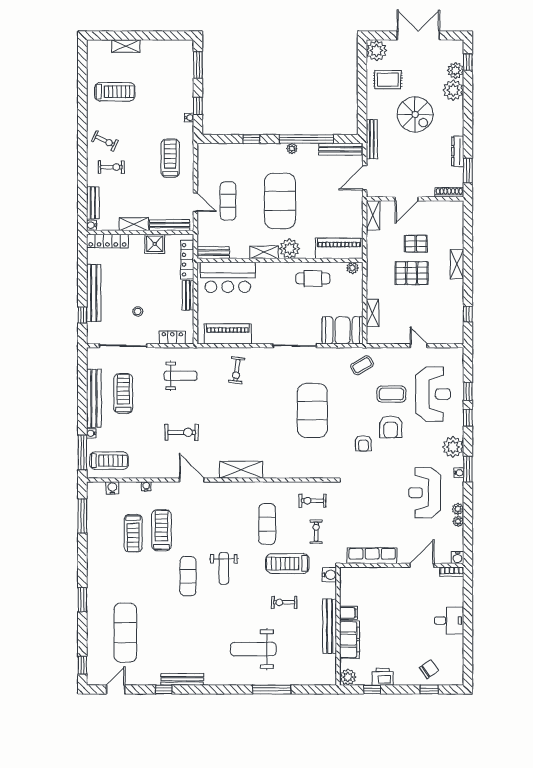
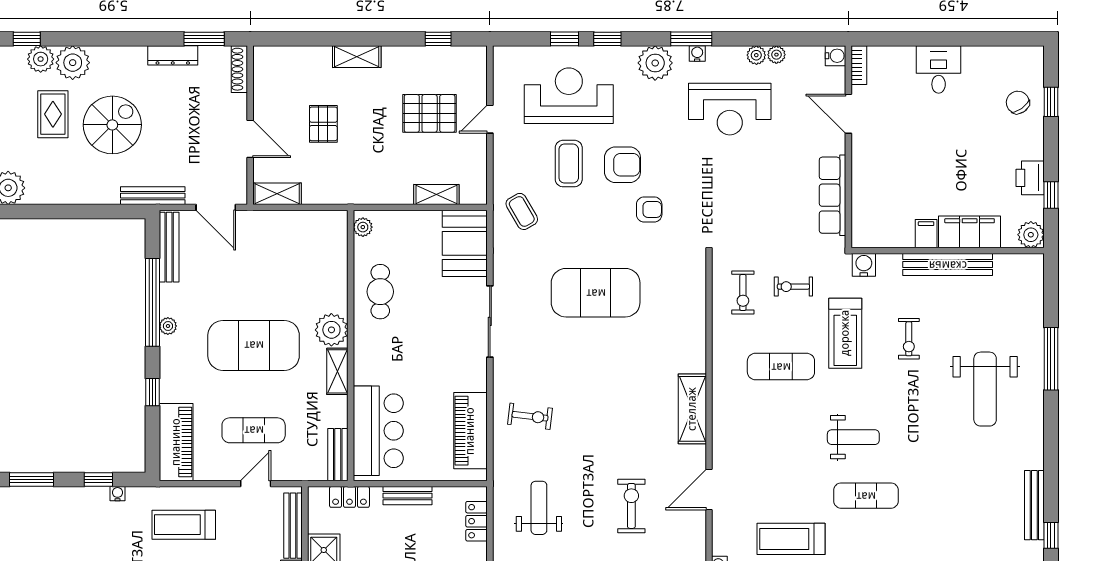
rug: (388, 80) -> (53, 114), moved
piano: (339, 248) -> (176, 442), moved, turned 180
locker: (187, 260) -> (349, 497), width x0.66
pallet: (412, 273) -> (430, 113), moved, turned 90

